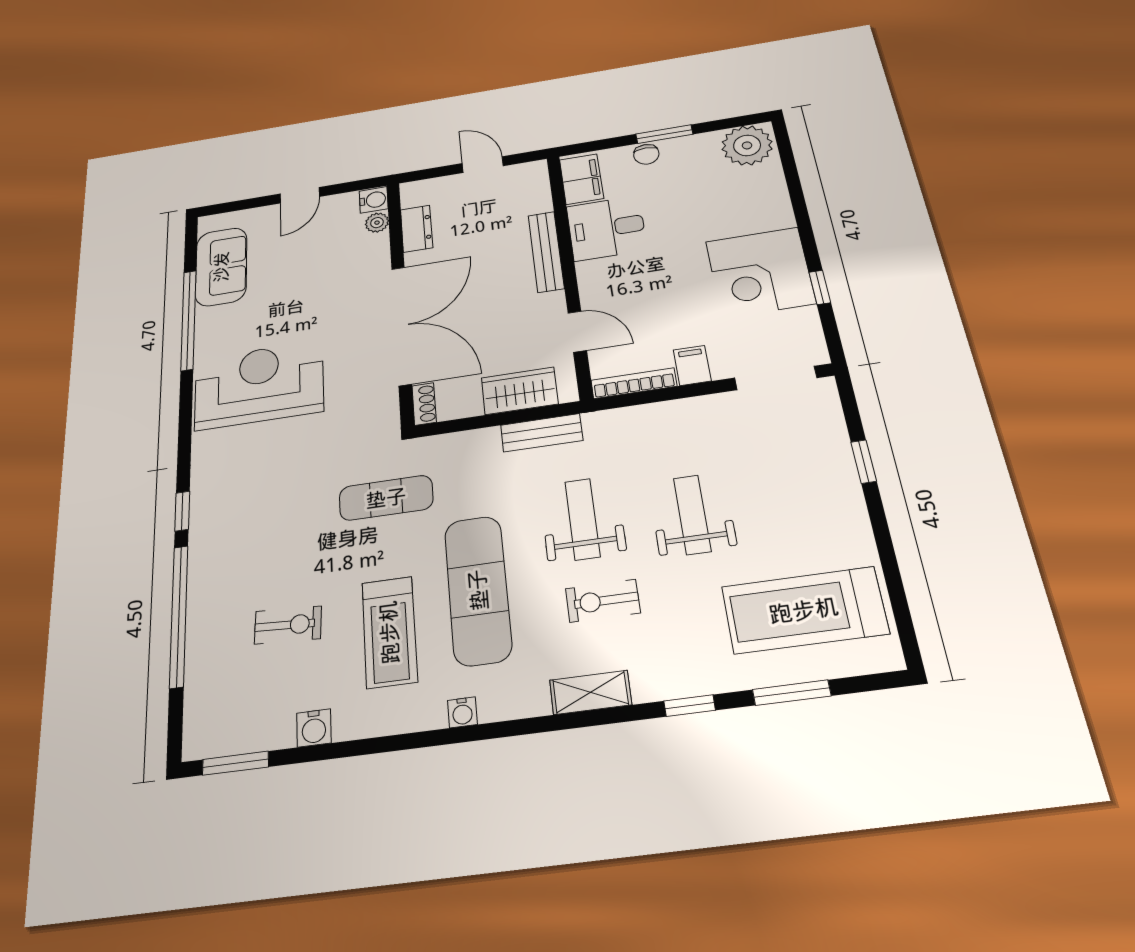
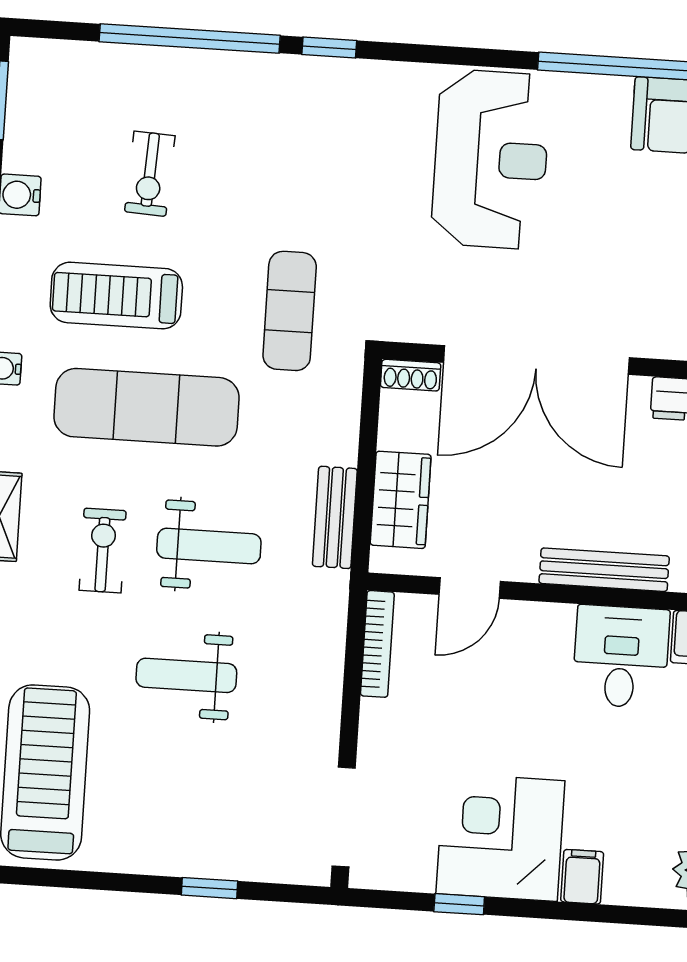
filing cabinet: (692, 365) -> (582, 877), moved, turned -90
weight bench: (692, 515) -> (186, 675), turned 180

